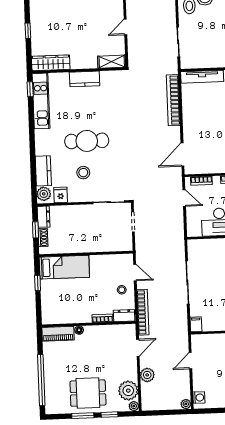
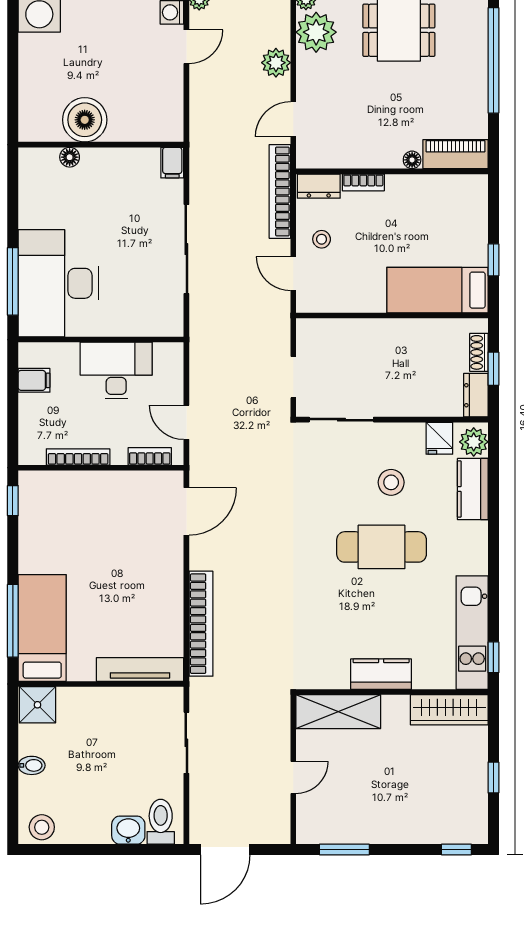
shelving: (112, 62) -> (338, 712), width x1.50, depth x1.33
door: (190, 361) -> (186, 47), moved

